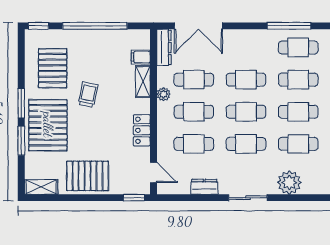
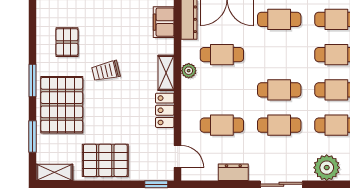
filing cabinet: (141, 57) -> (164, 22), width x2.00
pallet: (53, 68) -> (67, 42), width x0.67, depth x0.71
cafe table: (246, 80) -> (279, 19), moved
shelving: (143, 82) -> (166, 73), moved
trolley: (88, 95) -> (106, 71), turned -115
cafe table: (194, 112) -> (222, 90), removed
window: (21, 141) -> (33, 136), moved

